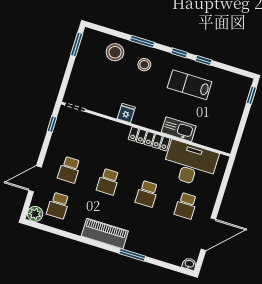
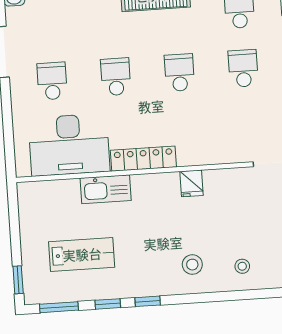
window: (142, 41) -> (59, 307), moved
stool: (115, 52) -> (242, 266), width x0.53, depth x0.53
lab bench: (190, 85) -> (82, 254), moved

